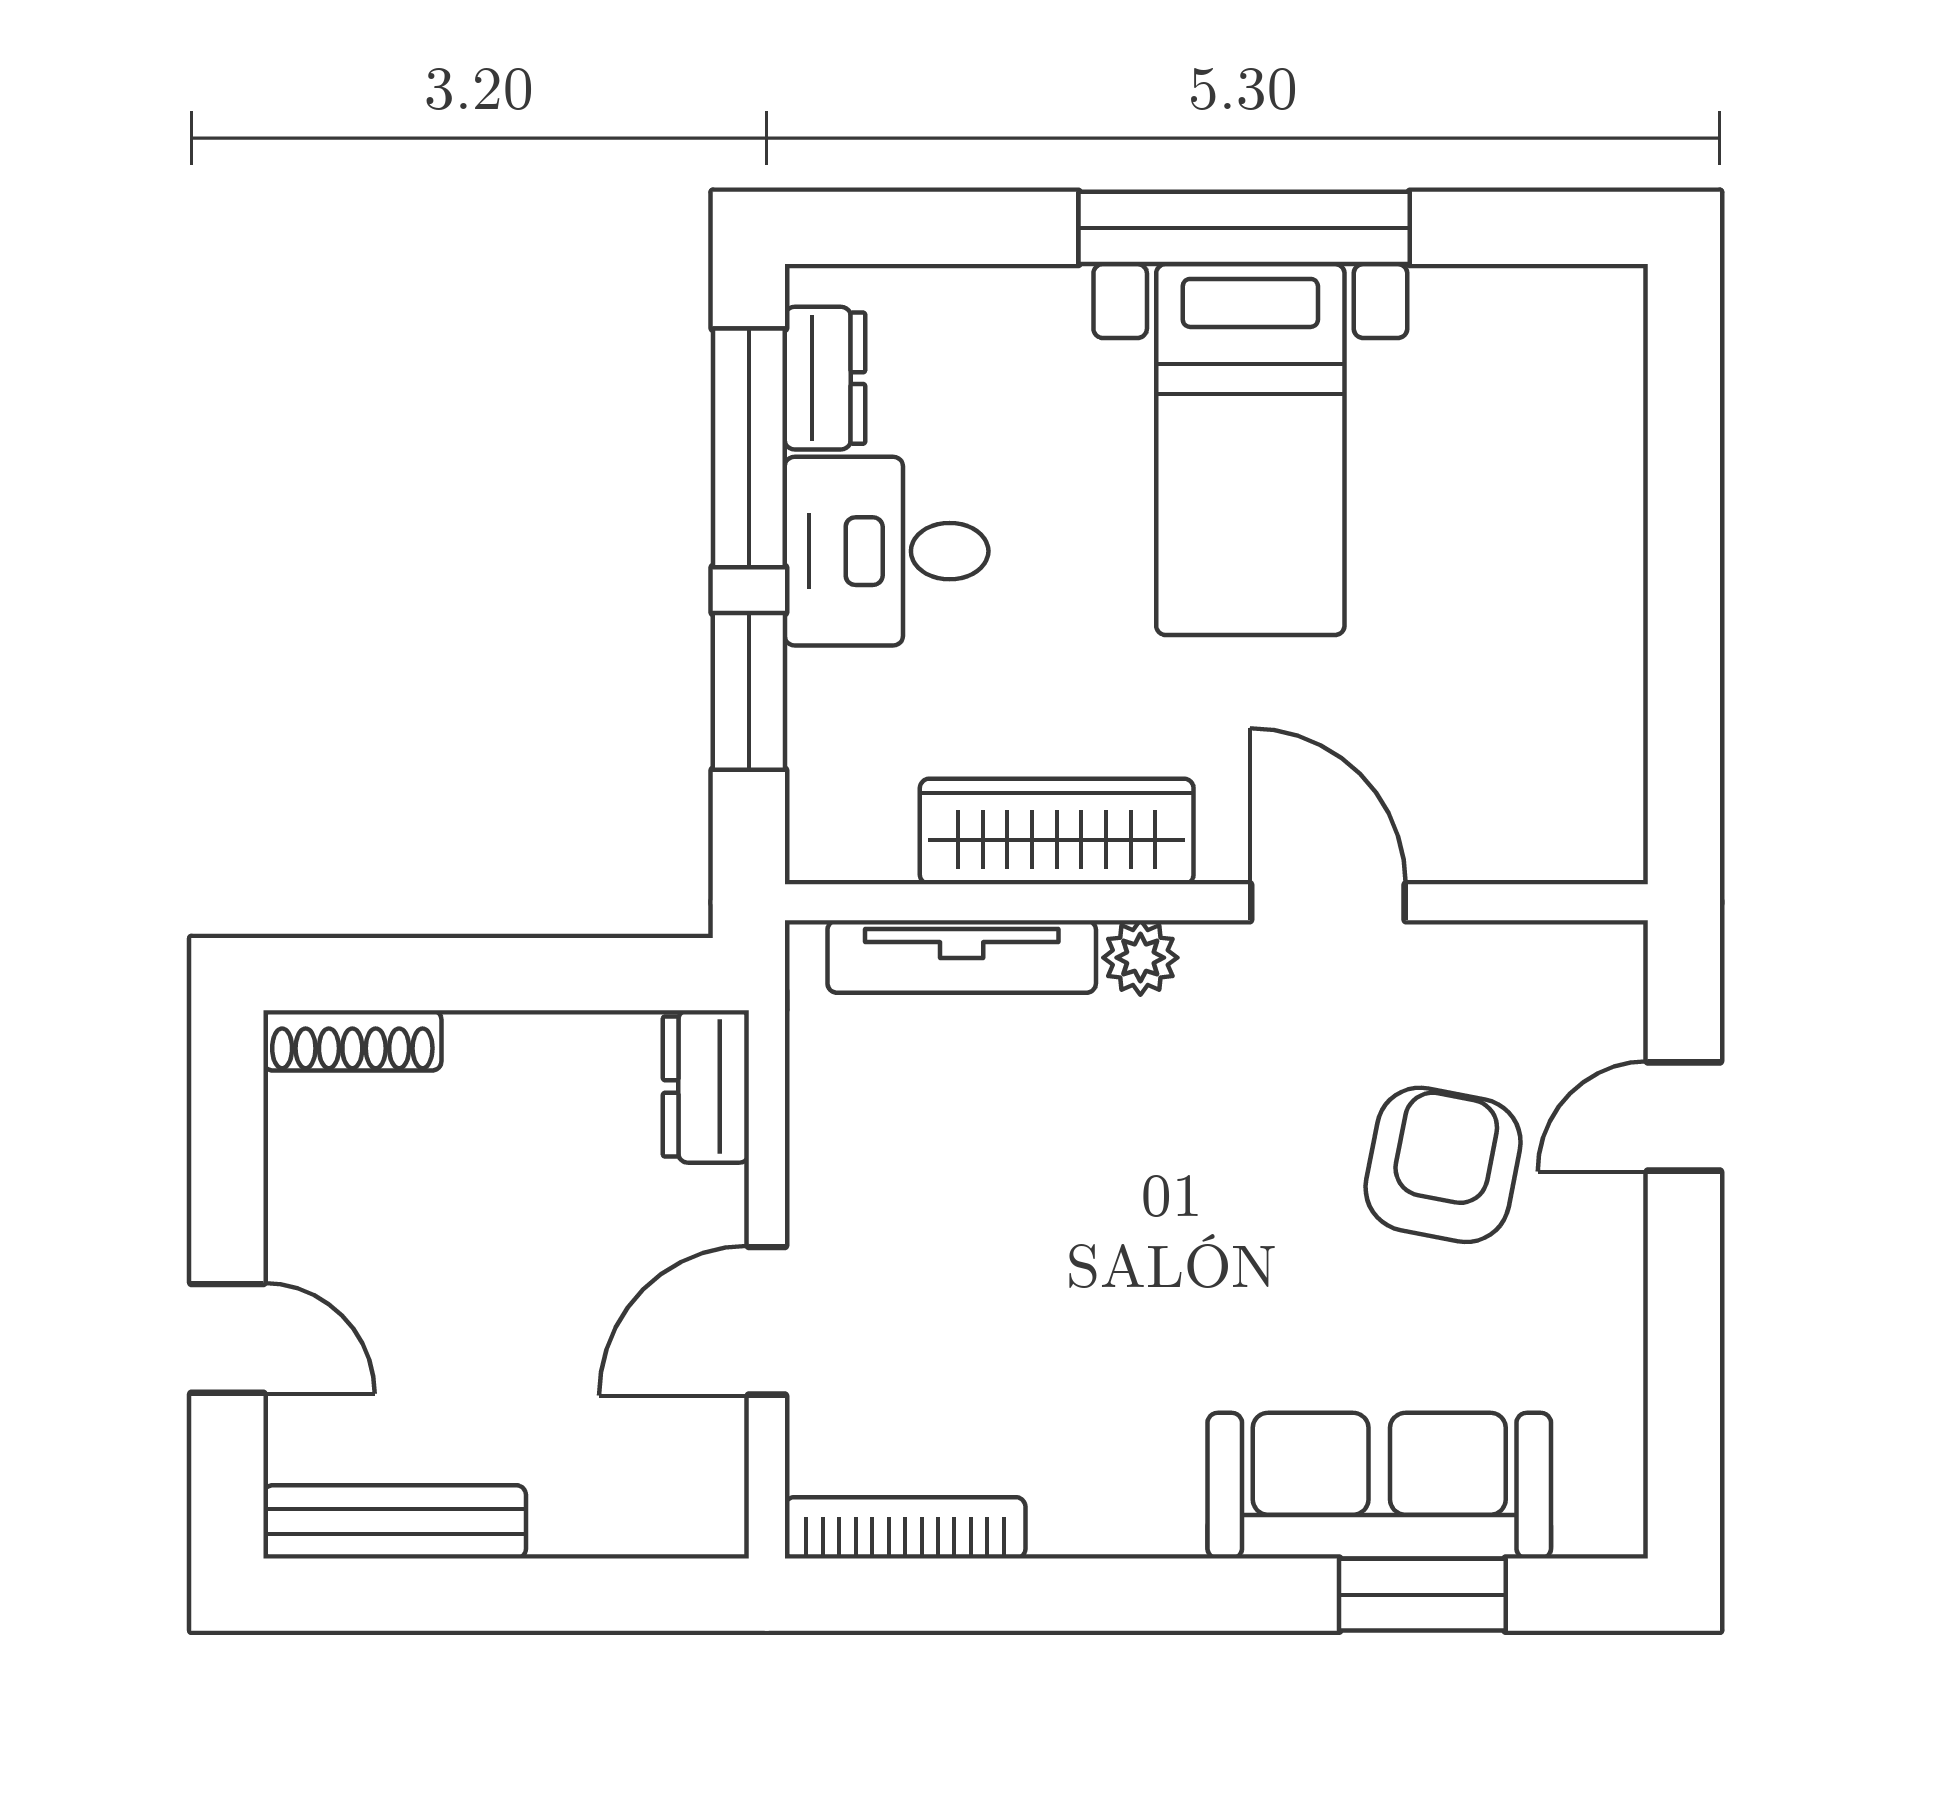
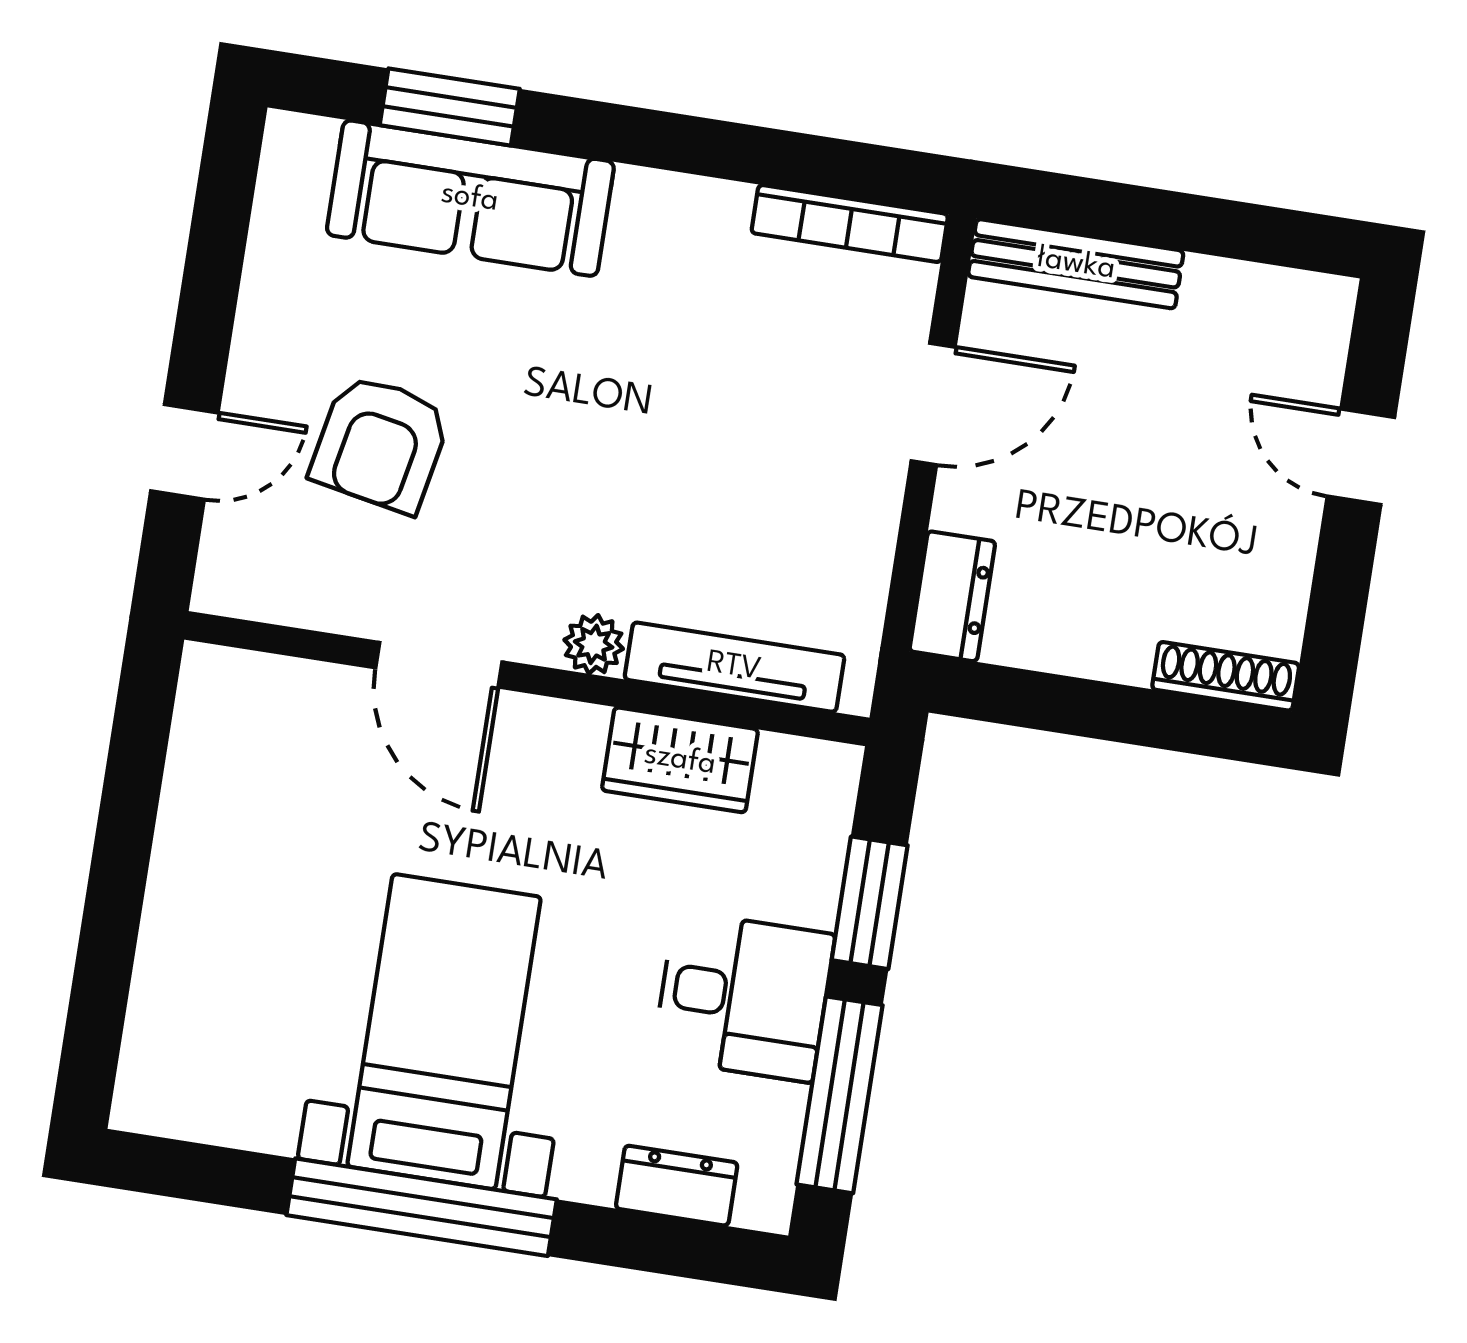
dresser: (825, 378) -> (677, 1186), moved, turned 90
wardrobe: (1057, 831) -> (680, 760), width x0.67
bench: (395, 1522) -> (1076, 264), moved

